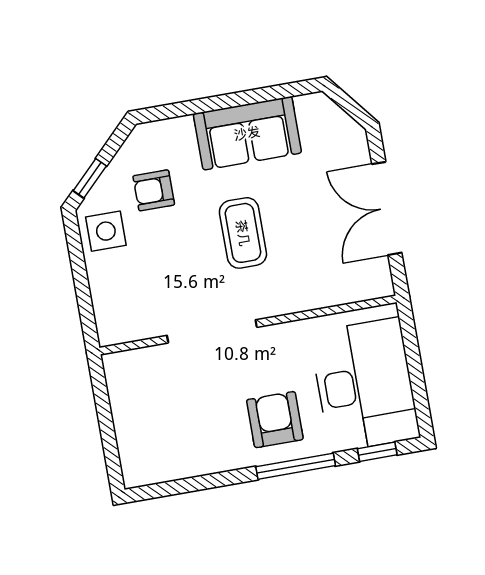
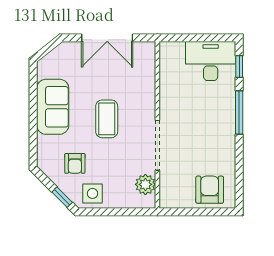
coffee table: (243, 233) -> (107, 119), turned 90
plant: (138, 322) -> (145, 184), added
desk: (365, 385) -> (211, 61), width x0.73, depth x0.77
armchair: (275, 420) -> (210, 190), moved, turned 90

